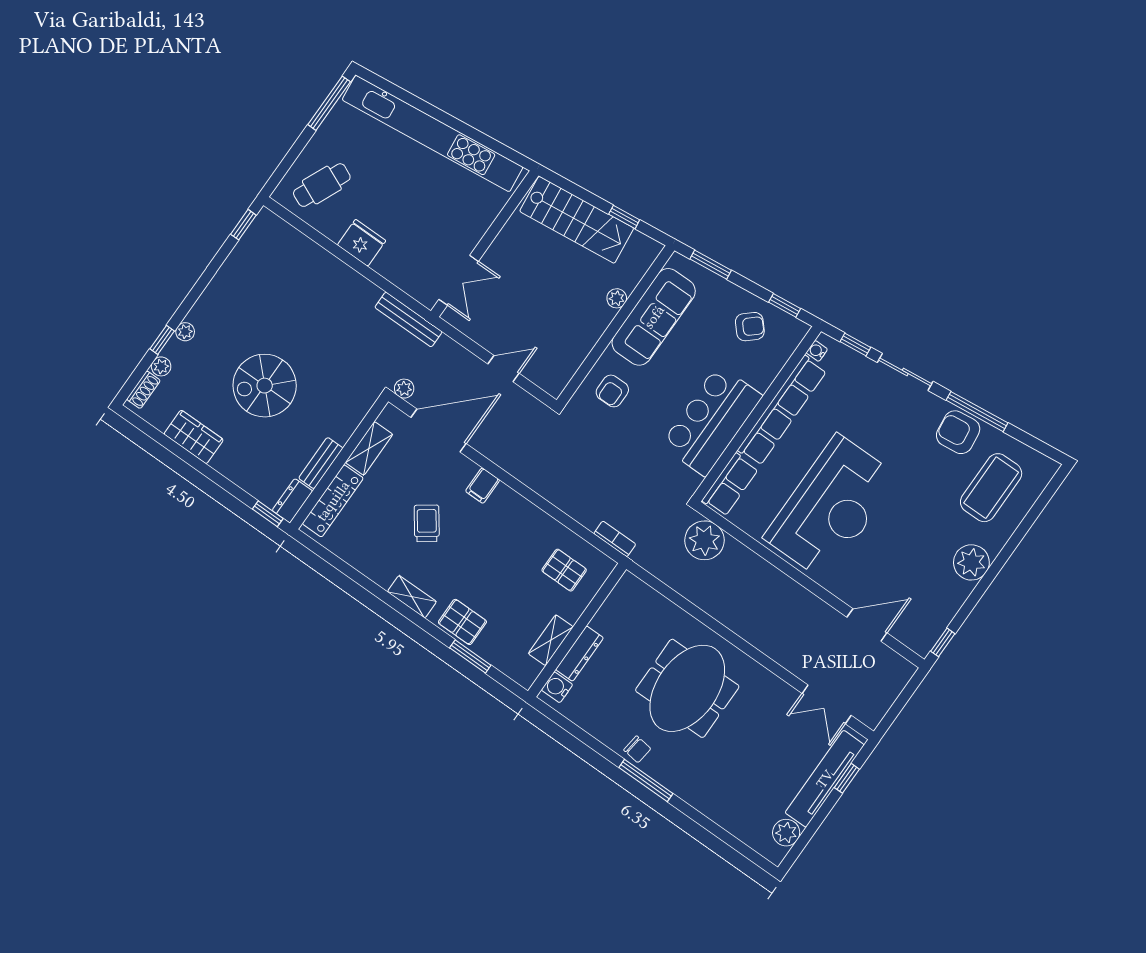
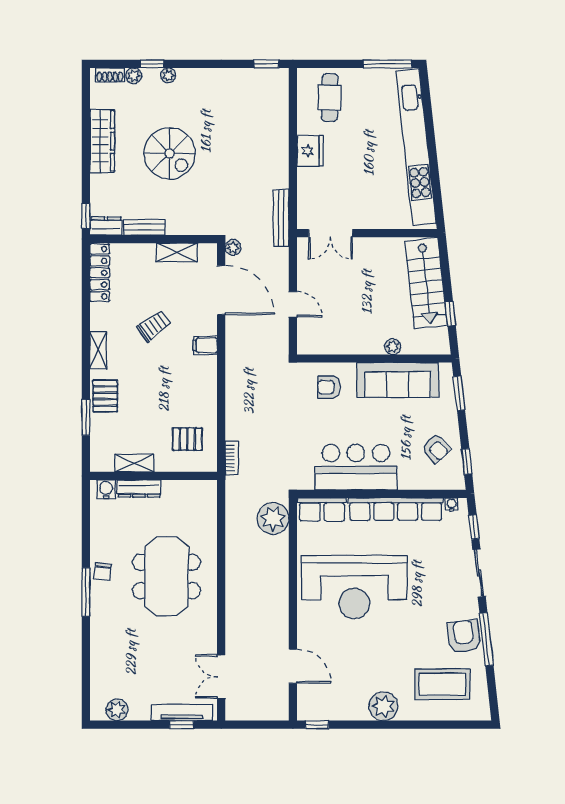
cafe table: (322, 185) -> (330, 98), turned 67
spiral stairs: (265, 386) -> (170, 153), turned 180
wardrobe: (194, 437) -> (102, 141), width x1.50
locker: (333, 501) -> (100, 273), moved, turned -90
pallet: (564, 570) -> (187, 439), turned 90
meeting table: (687, 688) -> (167, 576), turned 90
tv unit: (825, 779) -> (182, 712), width x0.73, depth x0.78

